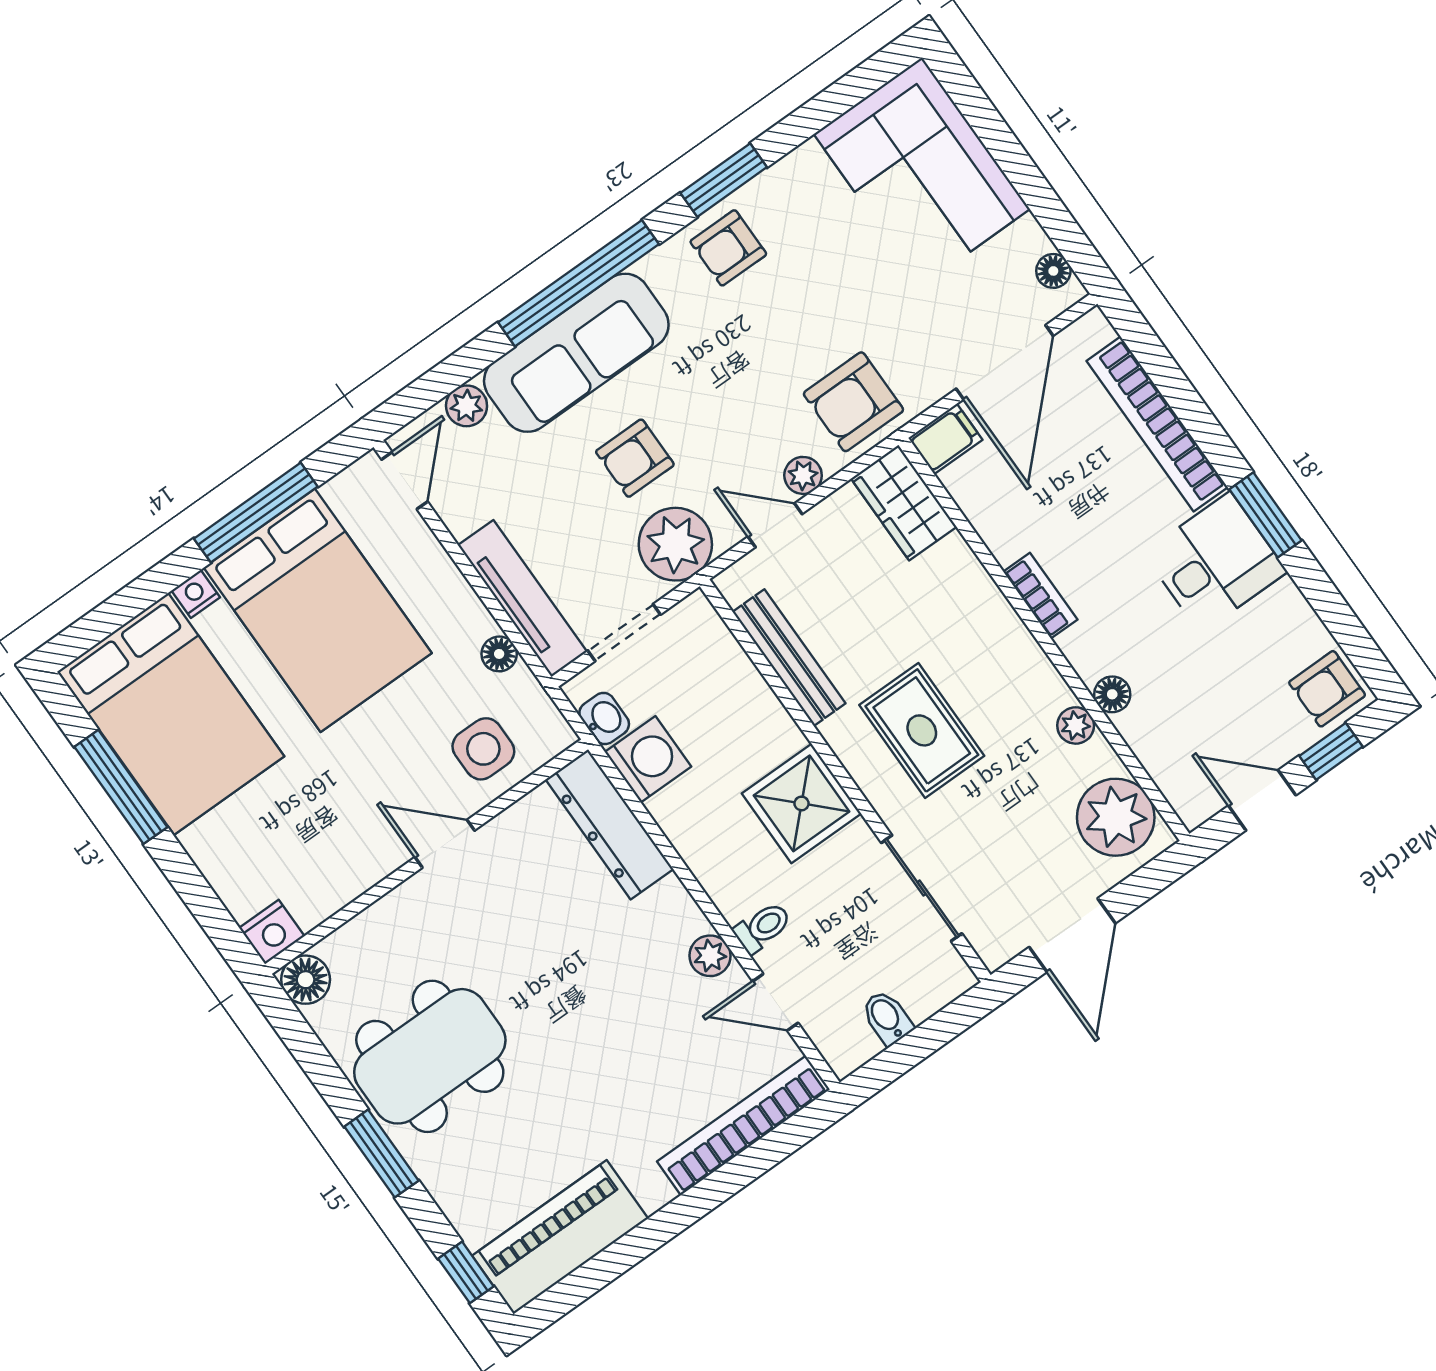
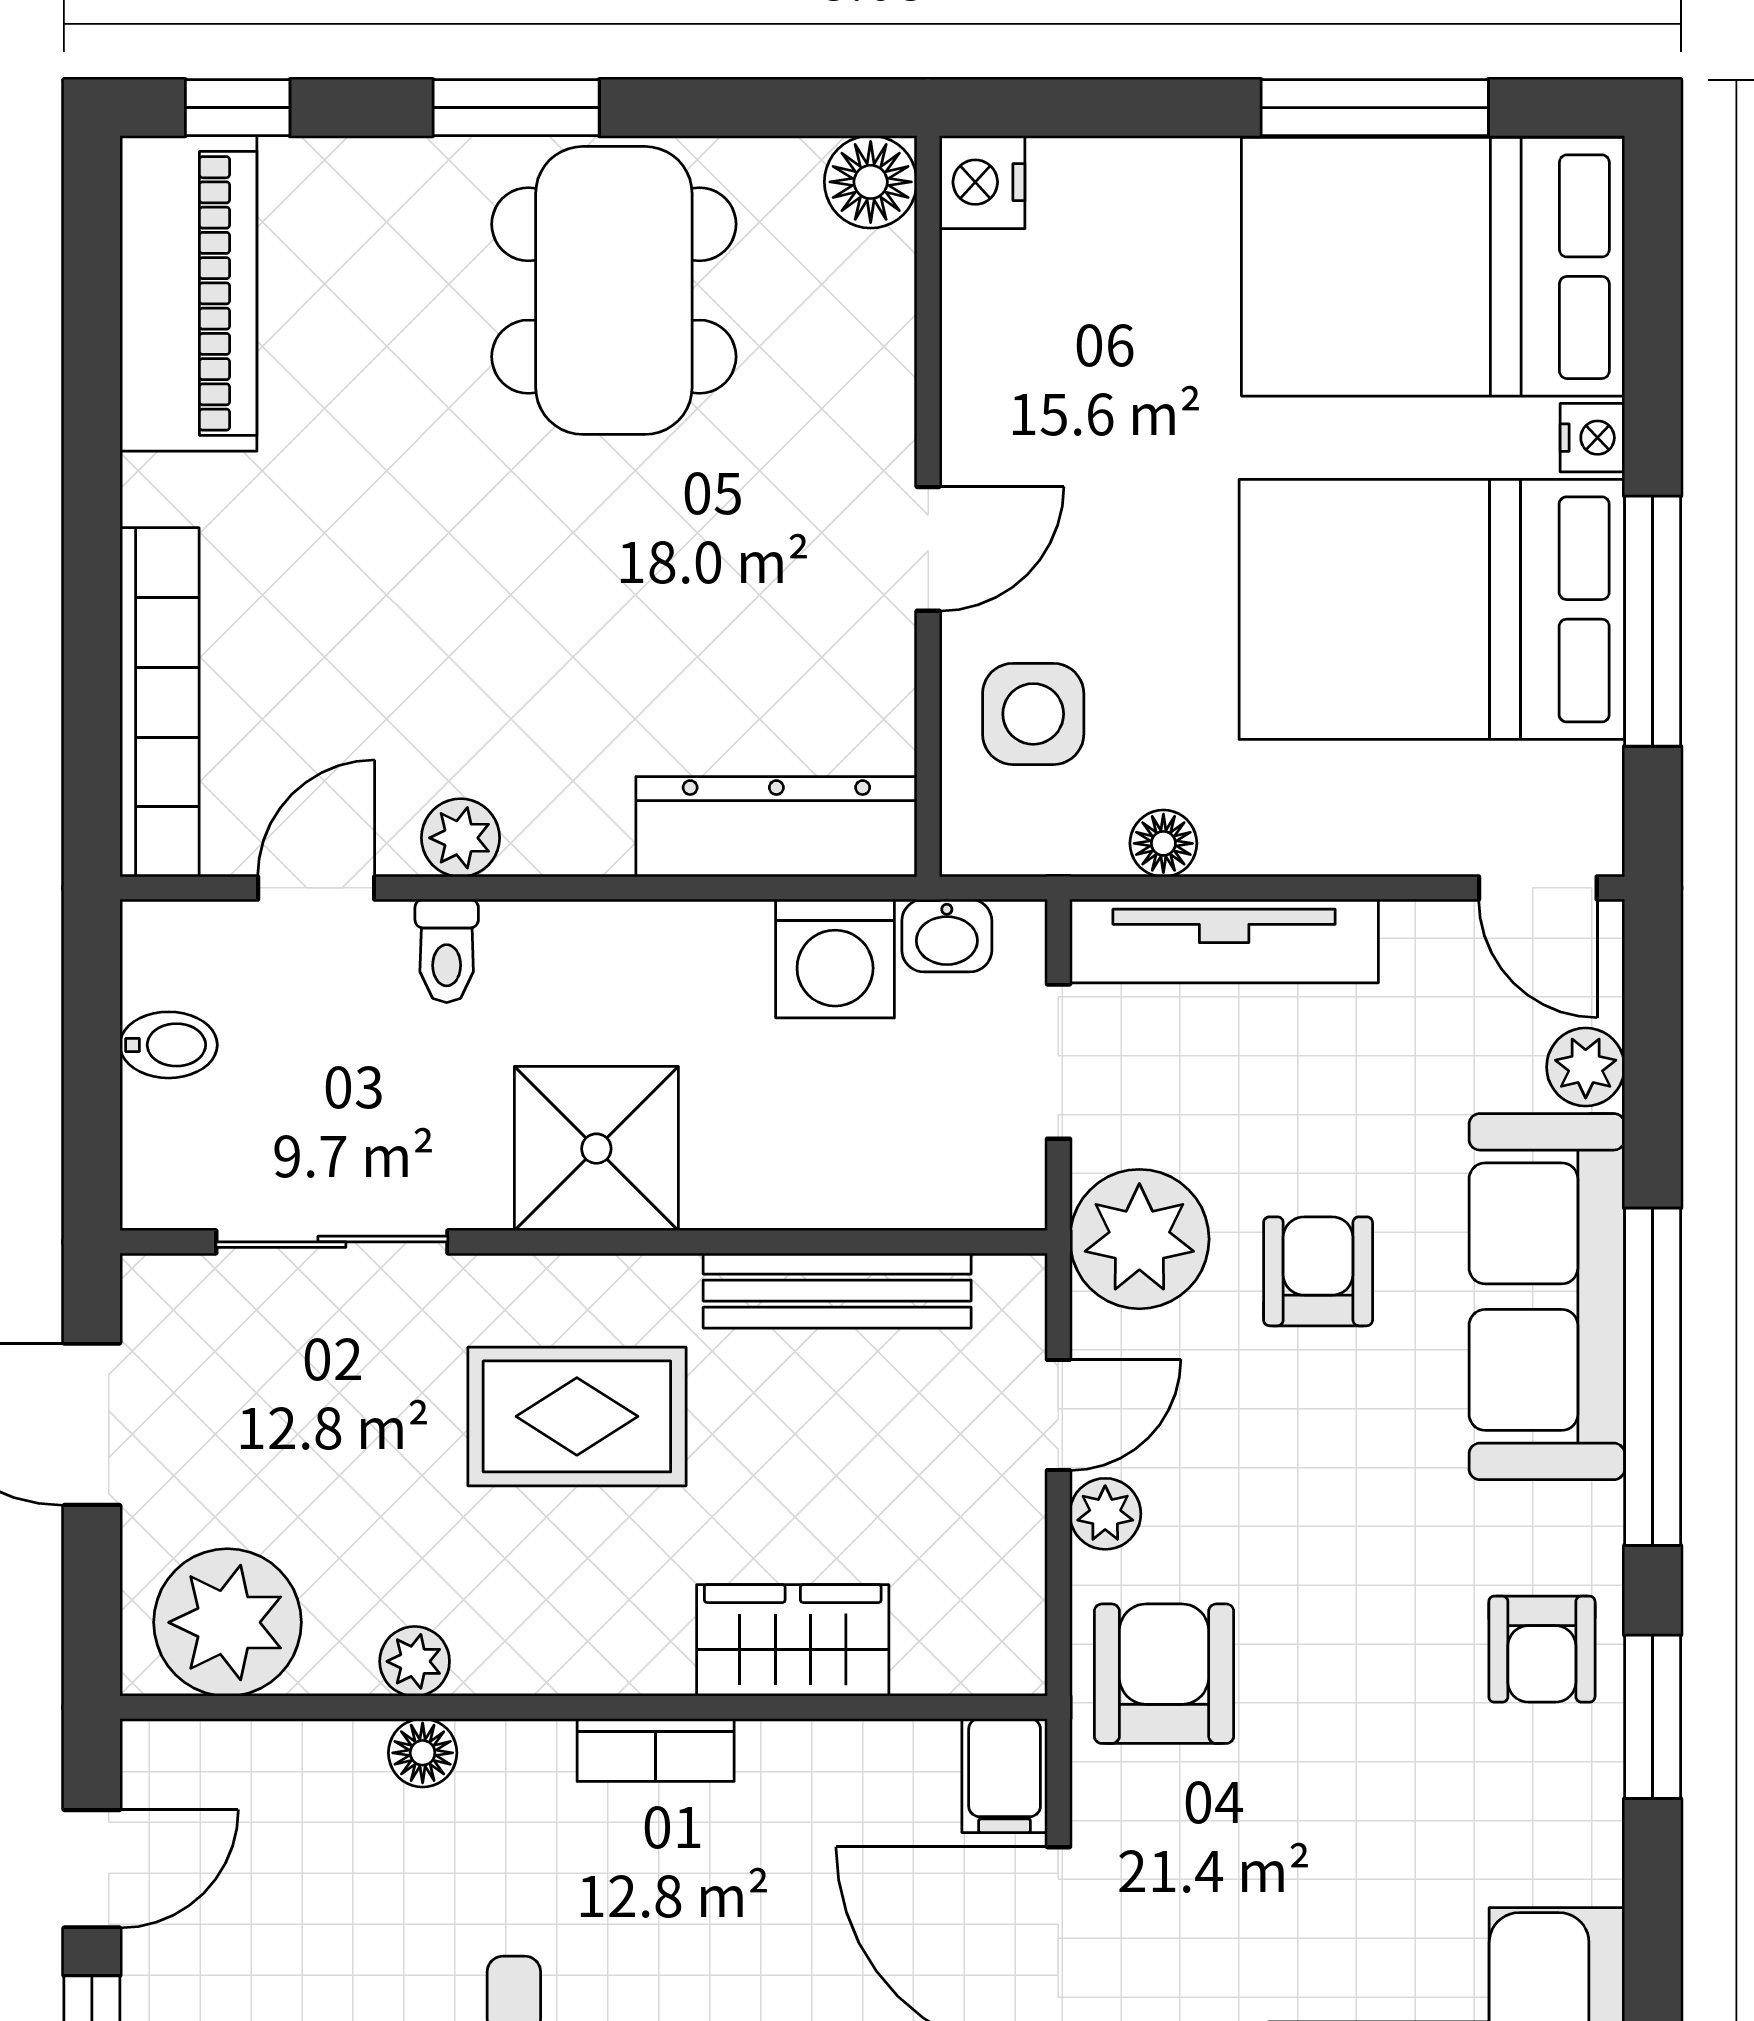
armchair: (728, 248) -> (1542, 1649), turned 180
wardrobe: (904, 503) -> (793, 1640), moved

